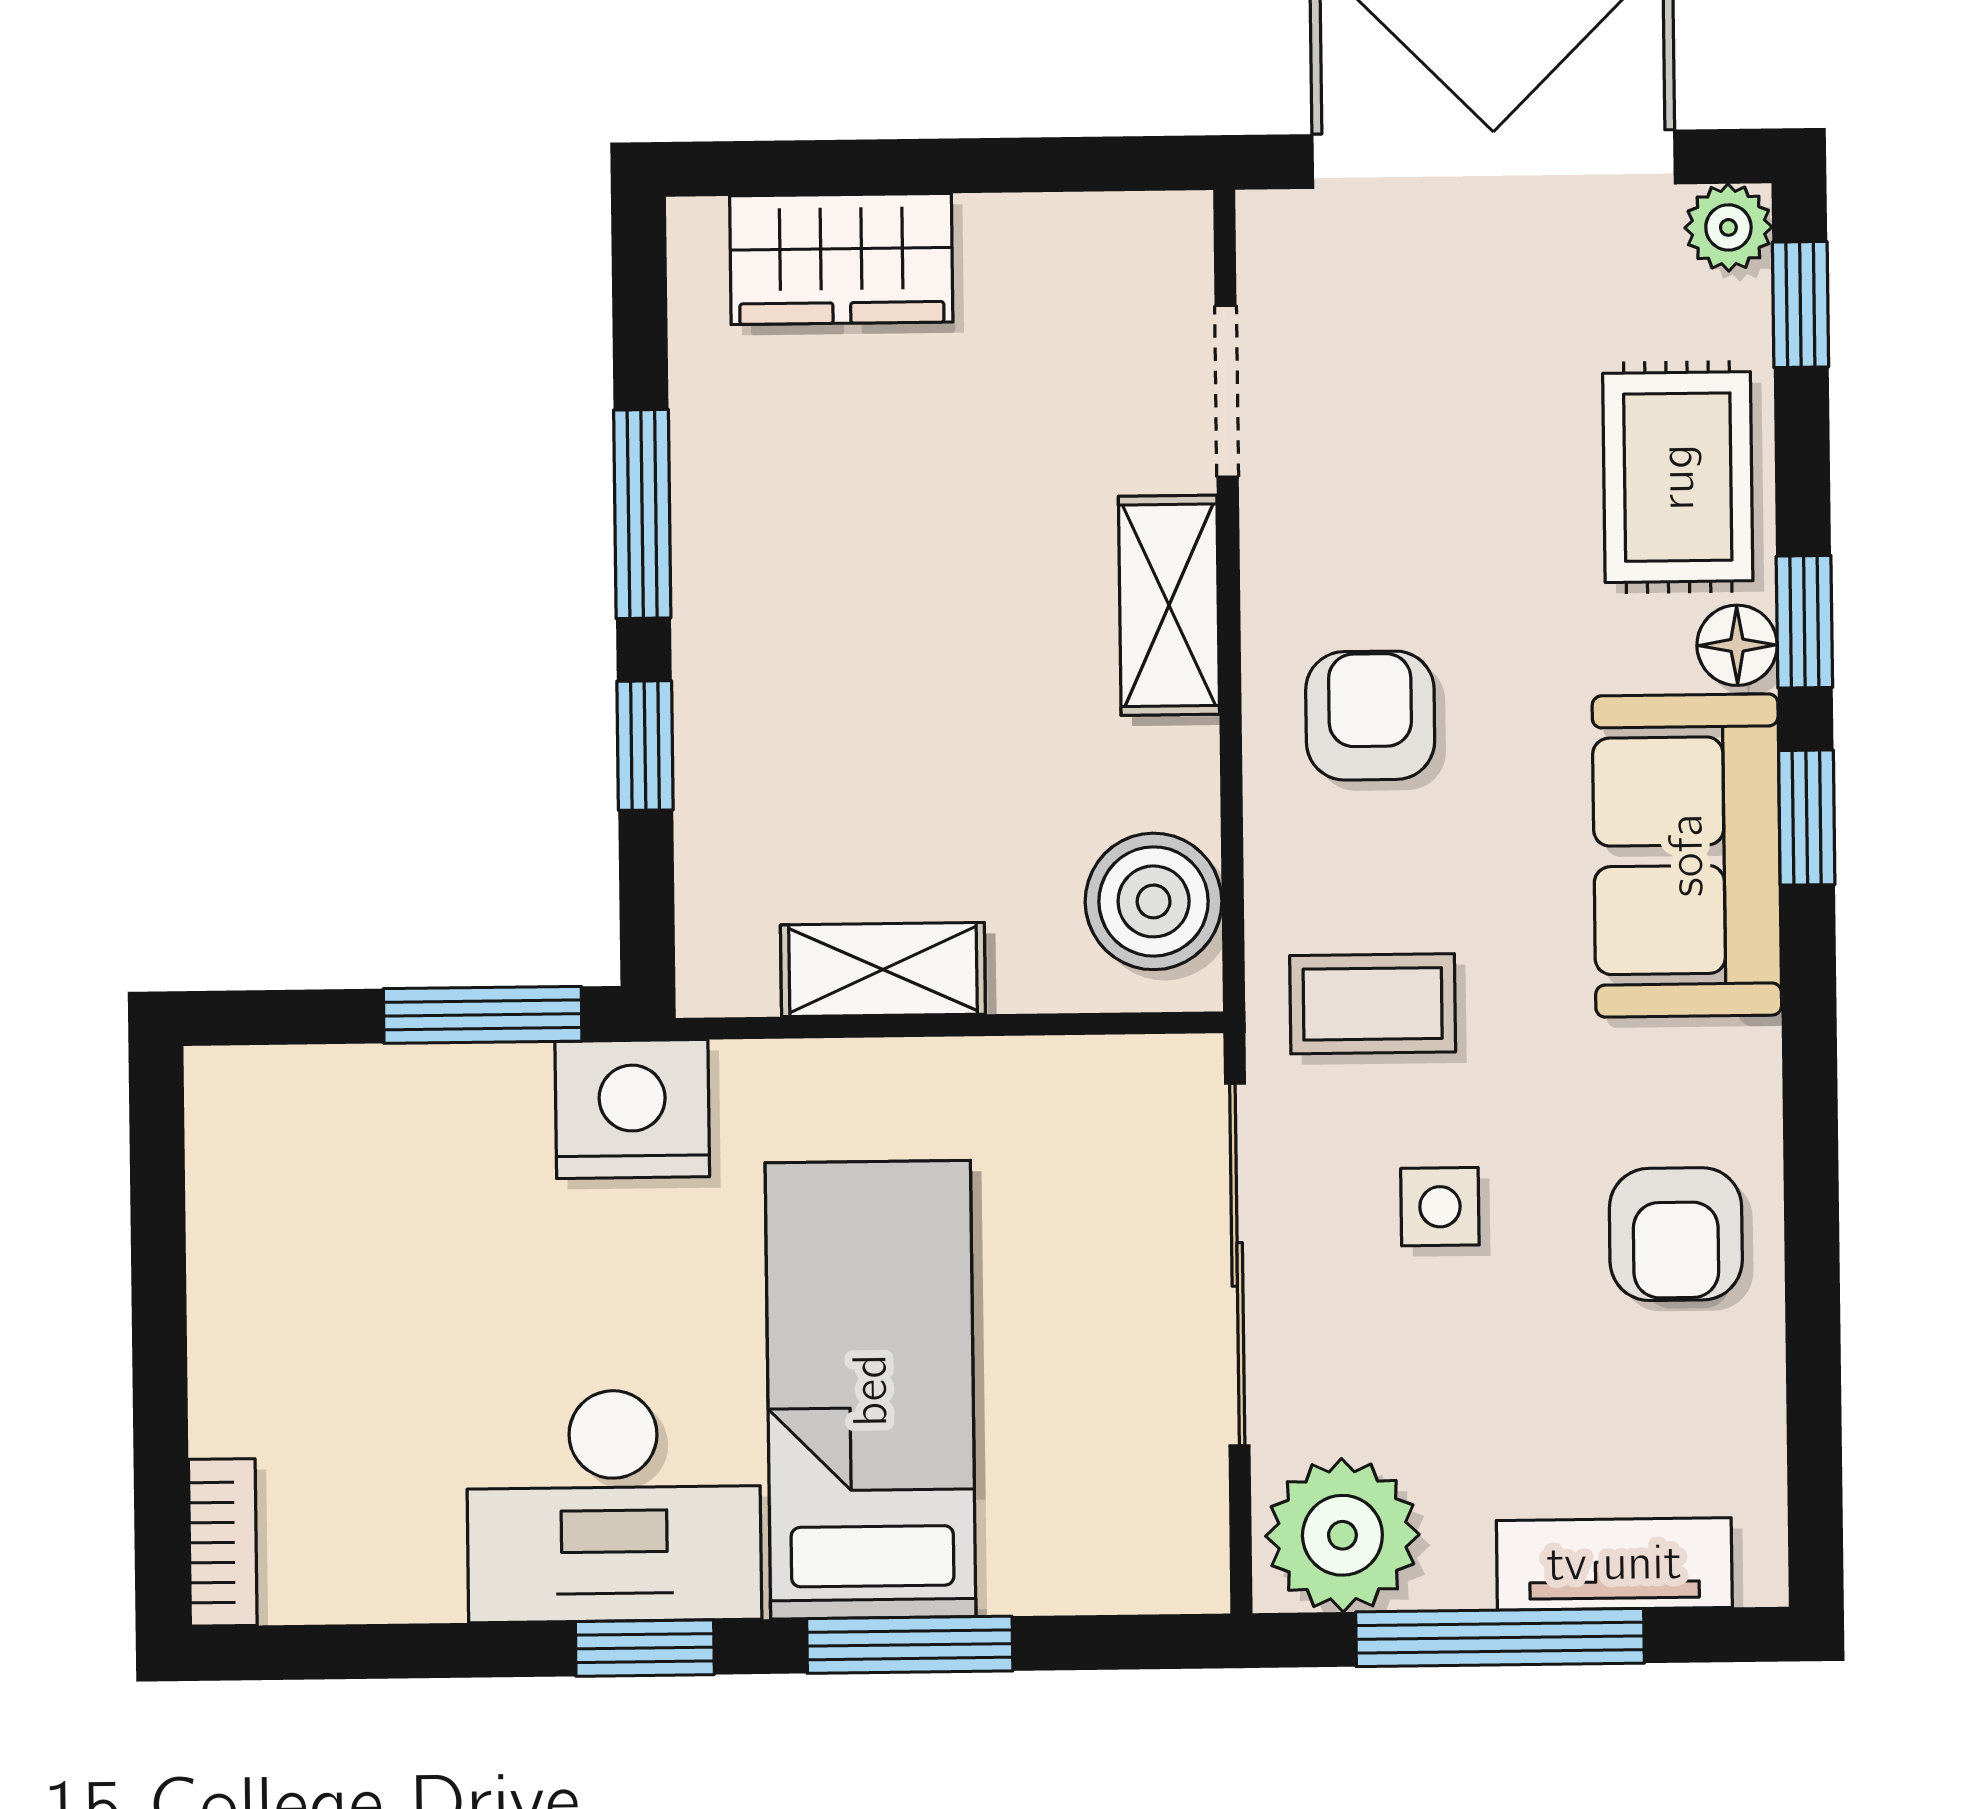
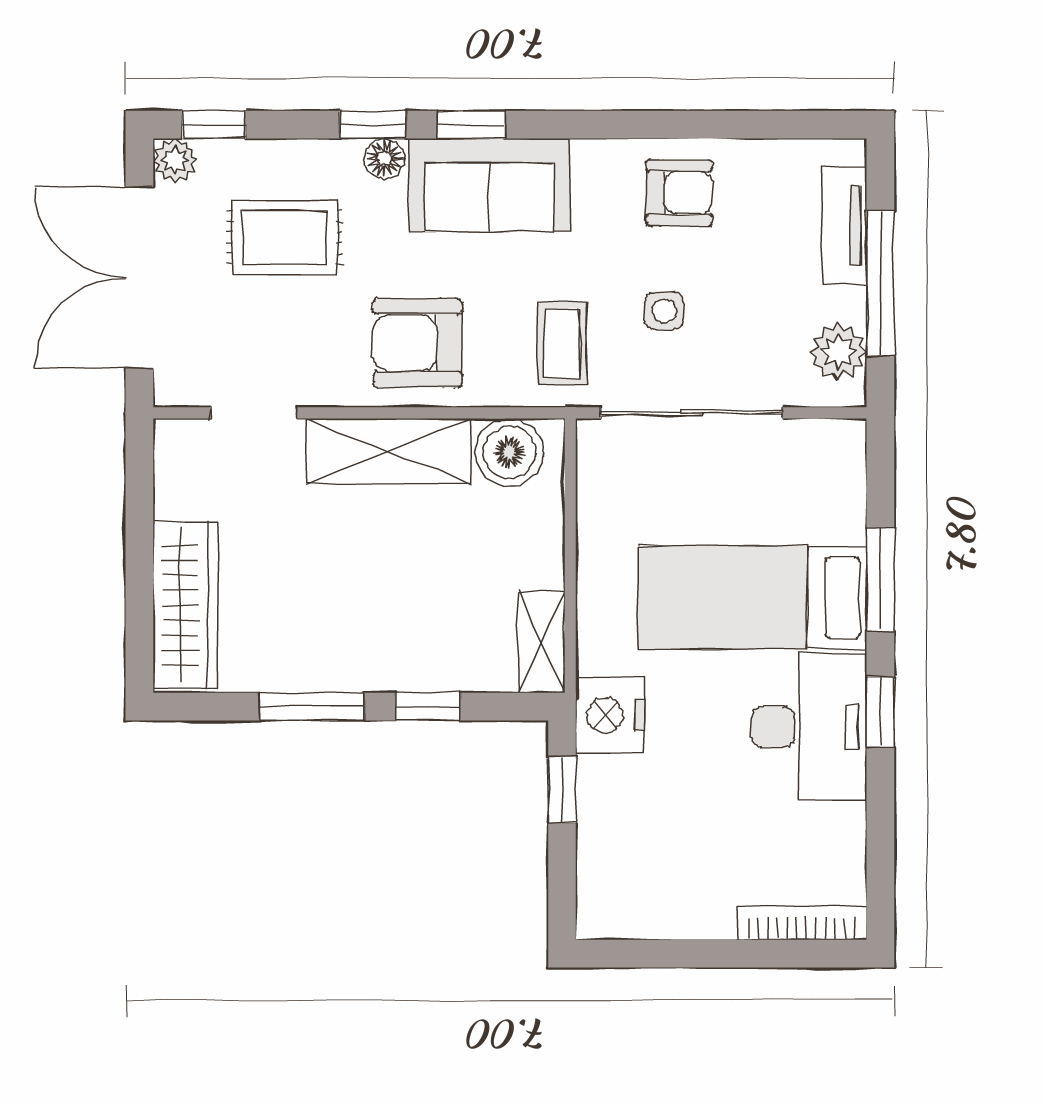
wardrobe: (841, 259) -> (185, 605), width x1.50
rug: (1678, 477) -> (285, 237), moved
shelving: (1169, 605) -> (388, 451), width x1.50, depth x1.33
armchair: (1370, 716) -> (417, 343), width x1.38, depth x1.38
shelving: (883, 970) -> (542, 642), moved
window: (483, 1015) -> (562, 790), width x0.67
plant: (1342, 1535) -> (838, 352), width x0.73, depth x0.73
bookcase: (223, 1542) -> (801, 923), width x1.56

